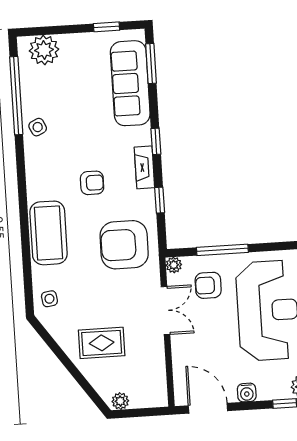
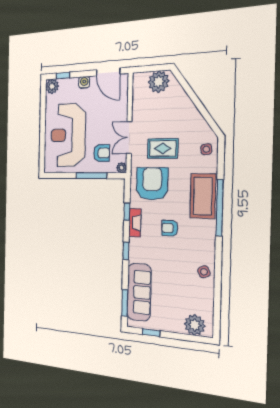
window: (16, 96) -> (220, 208), moved
fireplace: (144, 167) -> (135, 223), moved
armchair: (124, 245) -> (152, 184), turned -90
rug: (102, 343) -> (163, 148), moved
plant: (120, 401) -> (159, 82), width x1.88, depth x1.88

